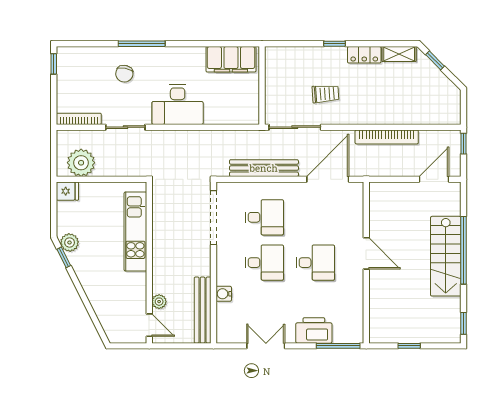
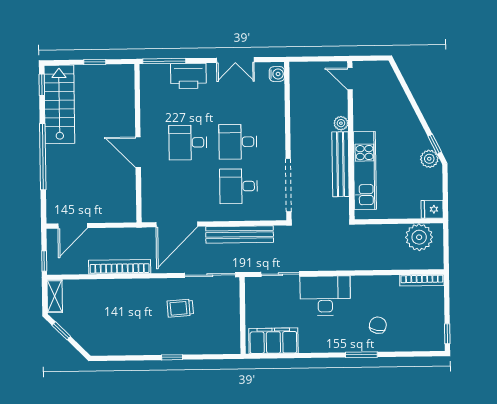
window: (142, 44) -> (361, 355), width x0.69
shelving: (399, 54) -> (55, 296), moved, turned 90
locker: (364, 55) -> (143, 347), removed
window: (435, 60) -> (61, 331), moved
sliding door: (125, 127) -> (280, 274), moved
stairs: (446, 256) -> (59, 104), moved
water cooler: (224, 294) -> (277, 74), moved
plant: (159, 302) -> (341, 123), moved
bench: (203, 310) -> (341, 164), moved

